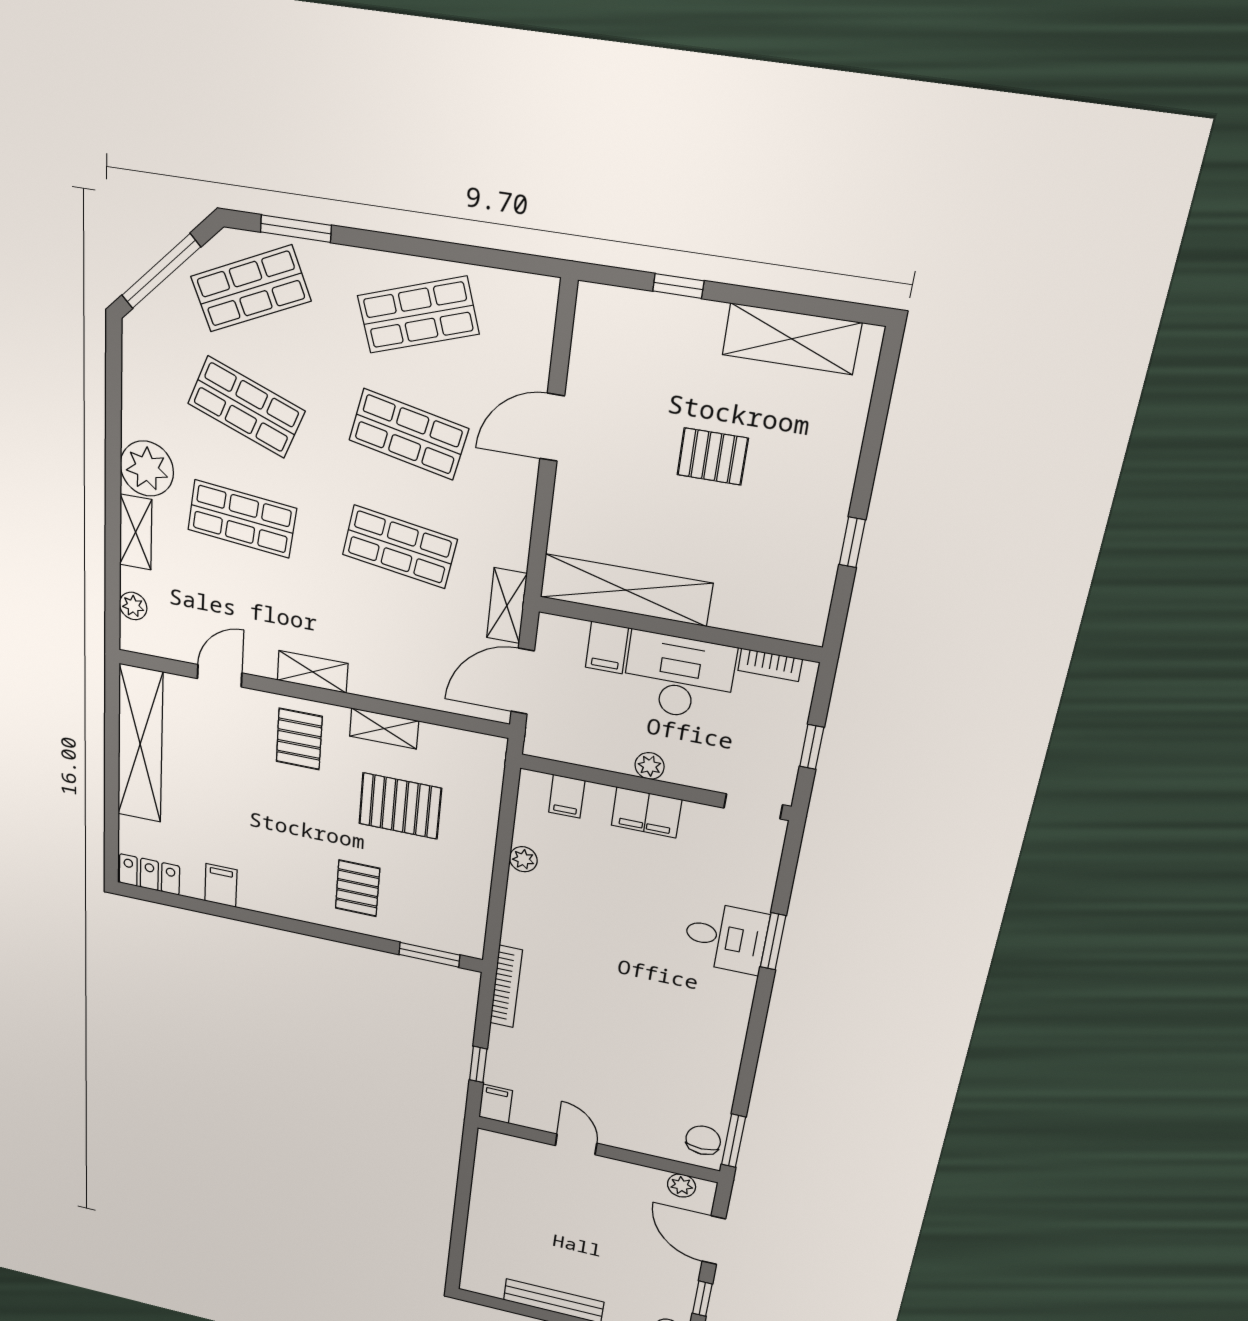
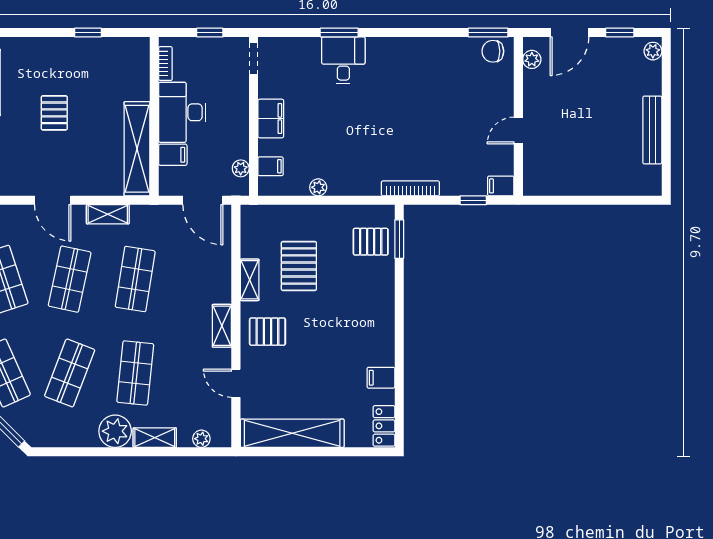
shelving: (507, 606) -> (108, 214), moved
plant: (650, 766) -> (241, 168), moved
pallet: (358, 888) -> (371, 242), moved

